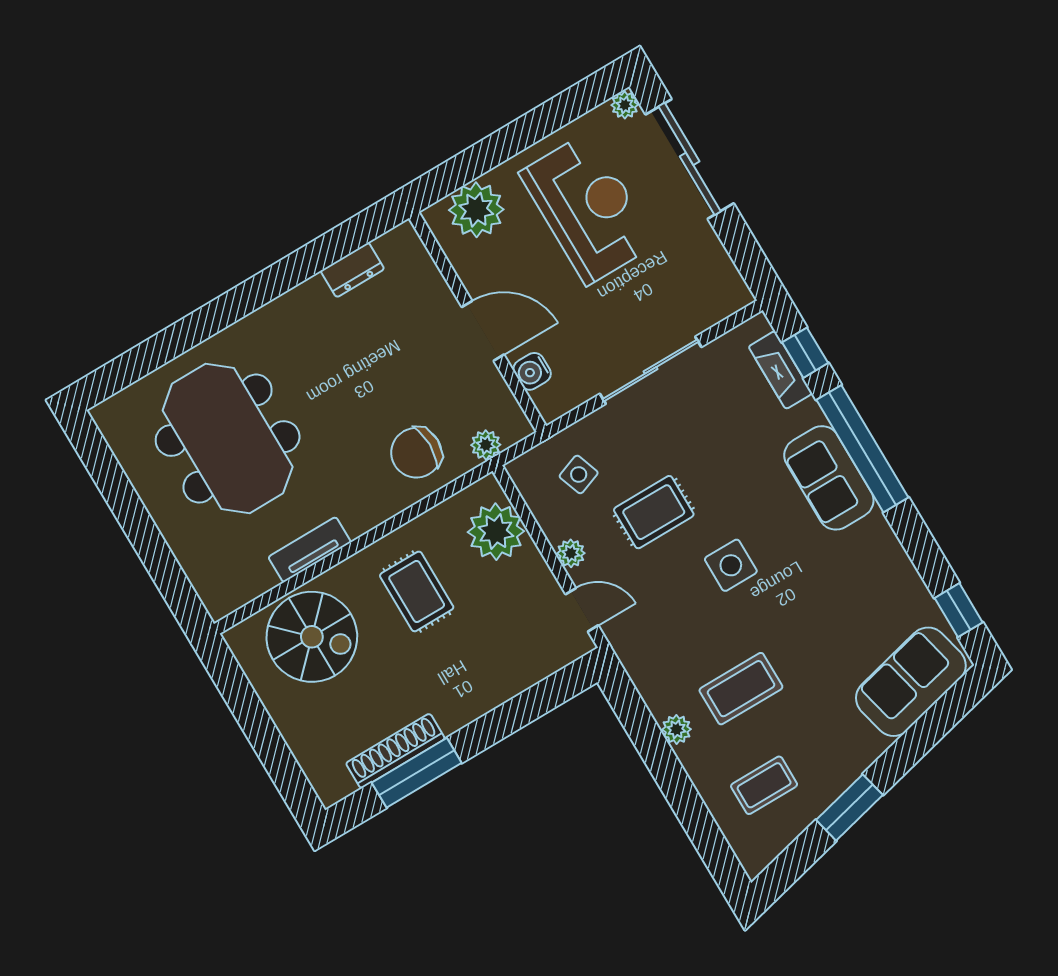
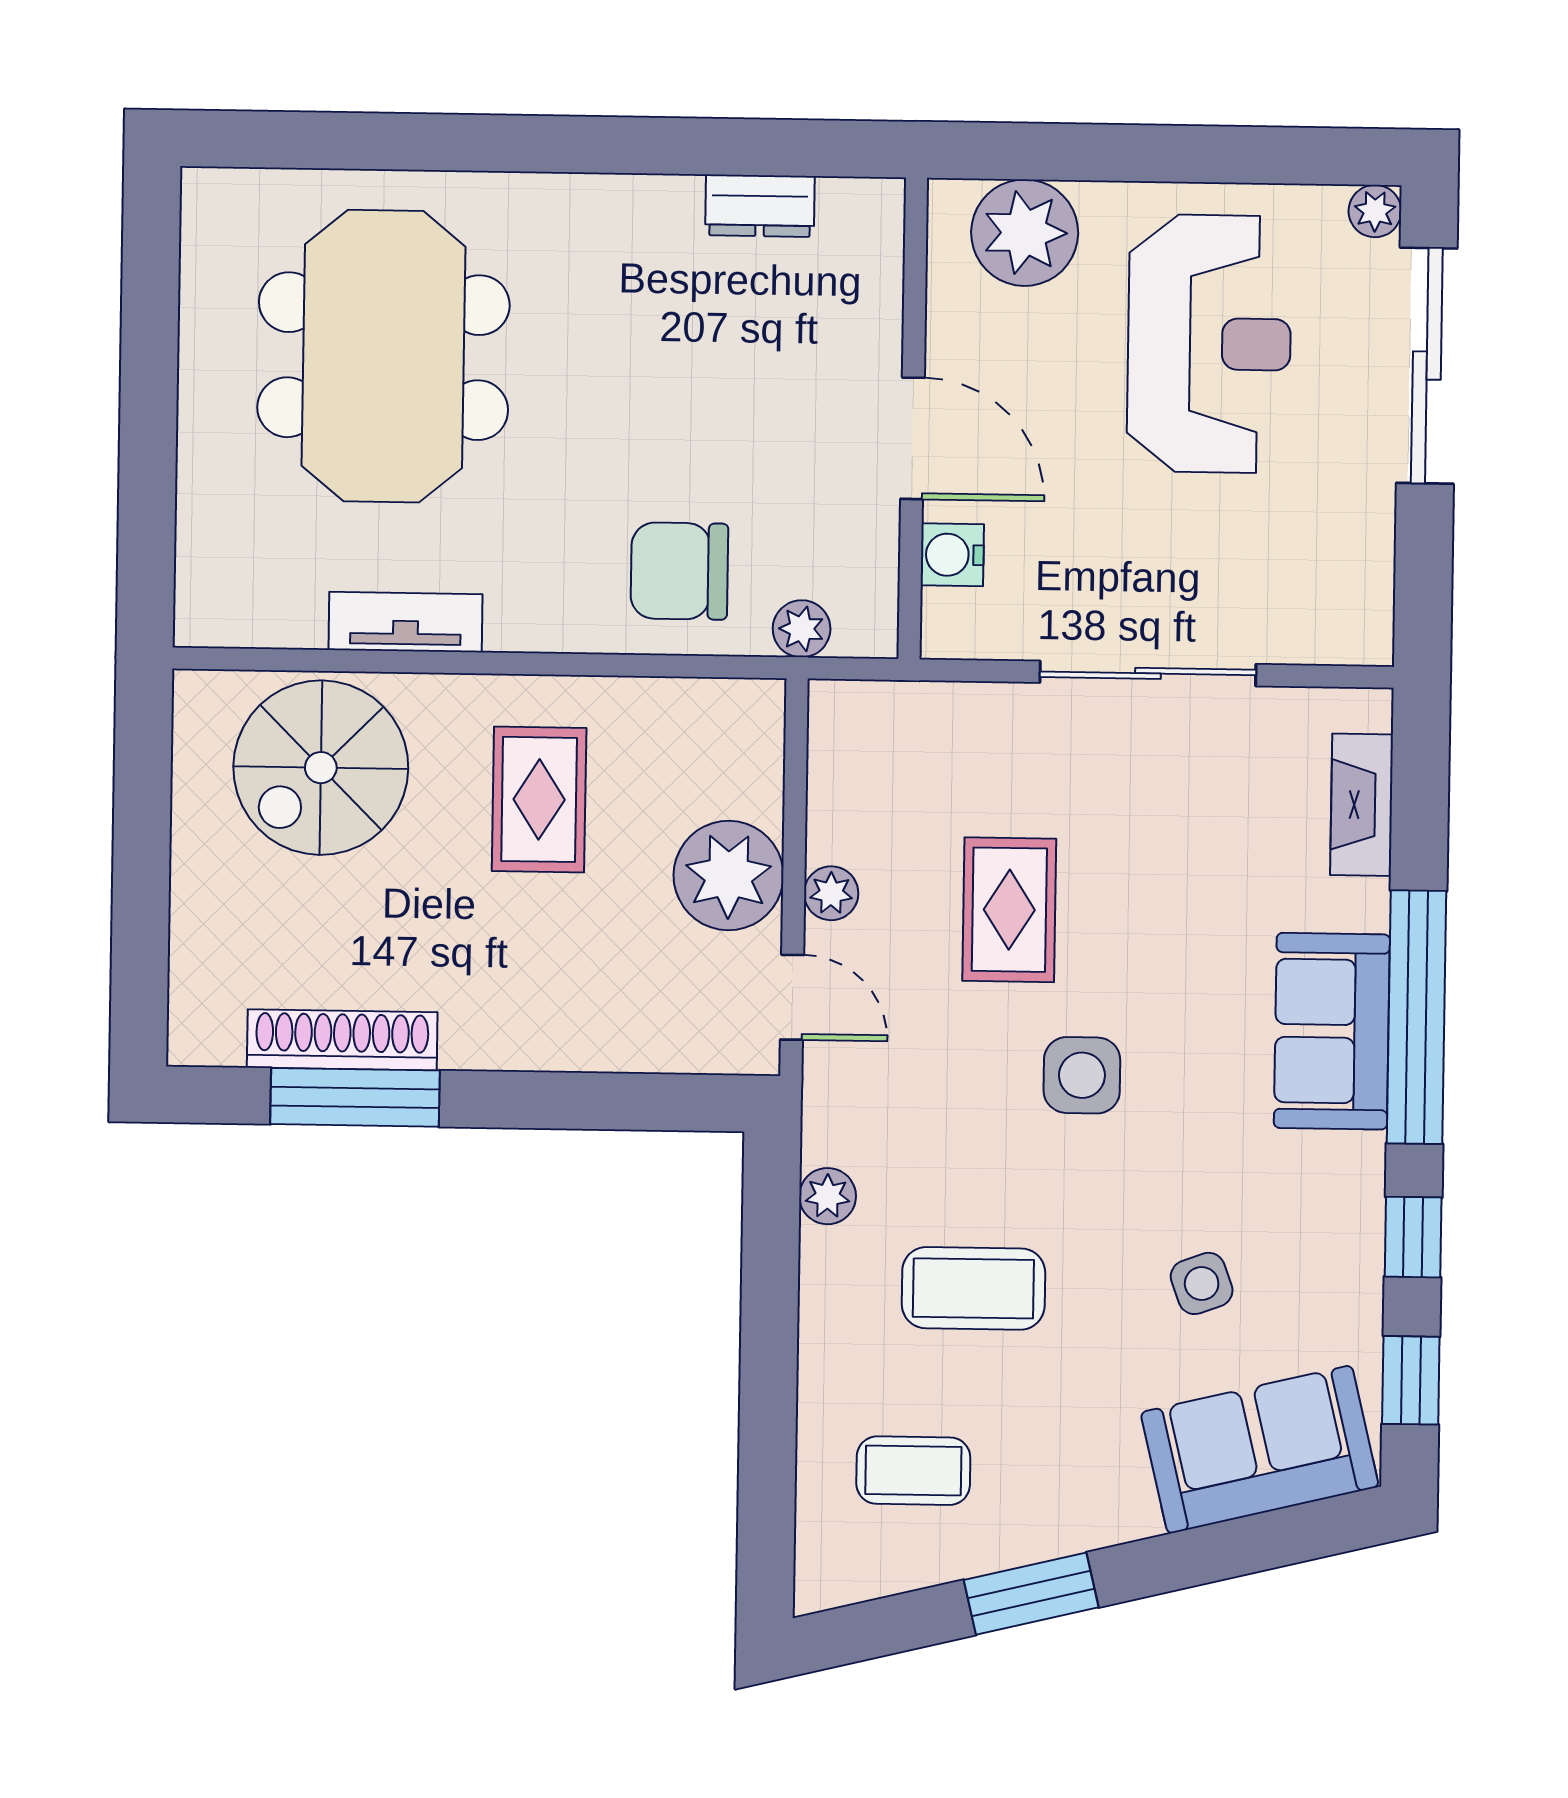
window: (805, 353) -> (1413, 1237), moved
side table: (579, 474) -> (1202, 1283), moved
rug: (654, 512) -> (1009, 910), turned 90
plant: (496, 532) -> (729, 876), moved
spiral stairs: (312, 637) -> (321, 768), turned 90
plant: (676, 729) -> (828, 1196), moved

